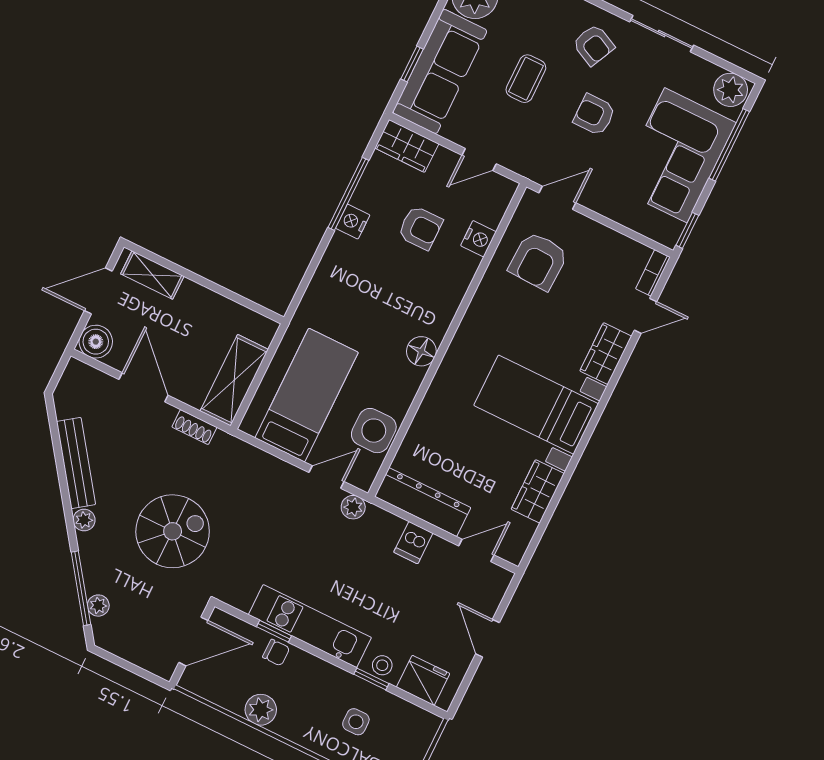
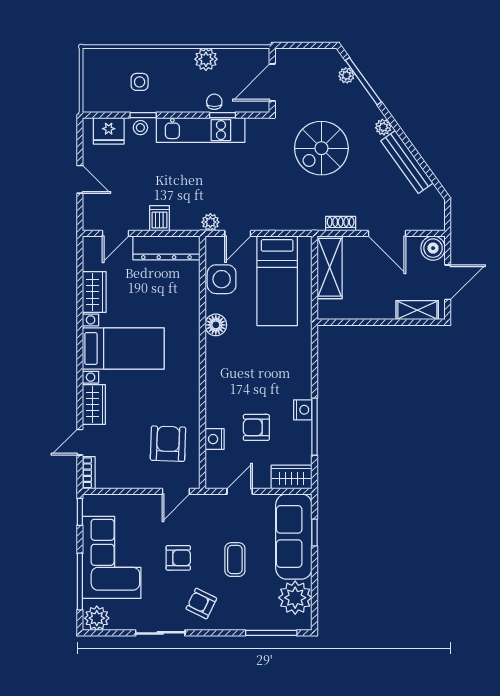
floor lamp: (421, 351) -> (216, 325), moved
chair: (276, 653) -> (214, 102), turned 90

